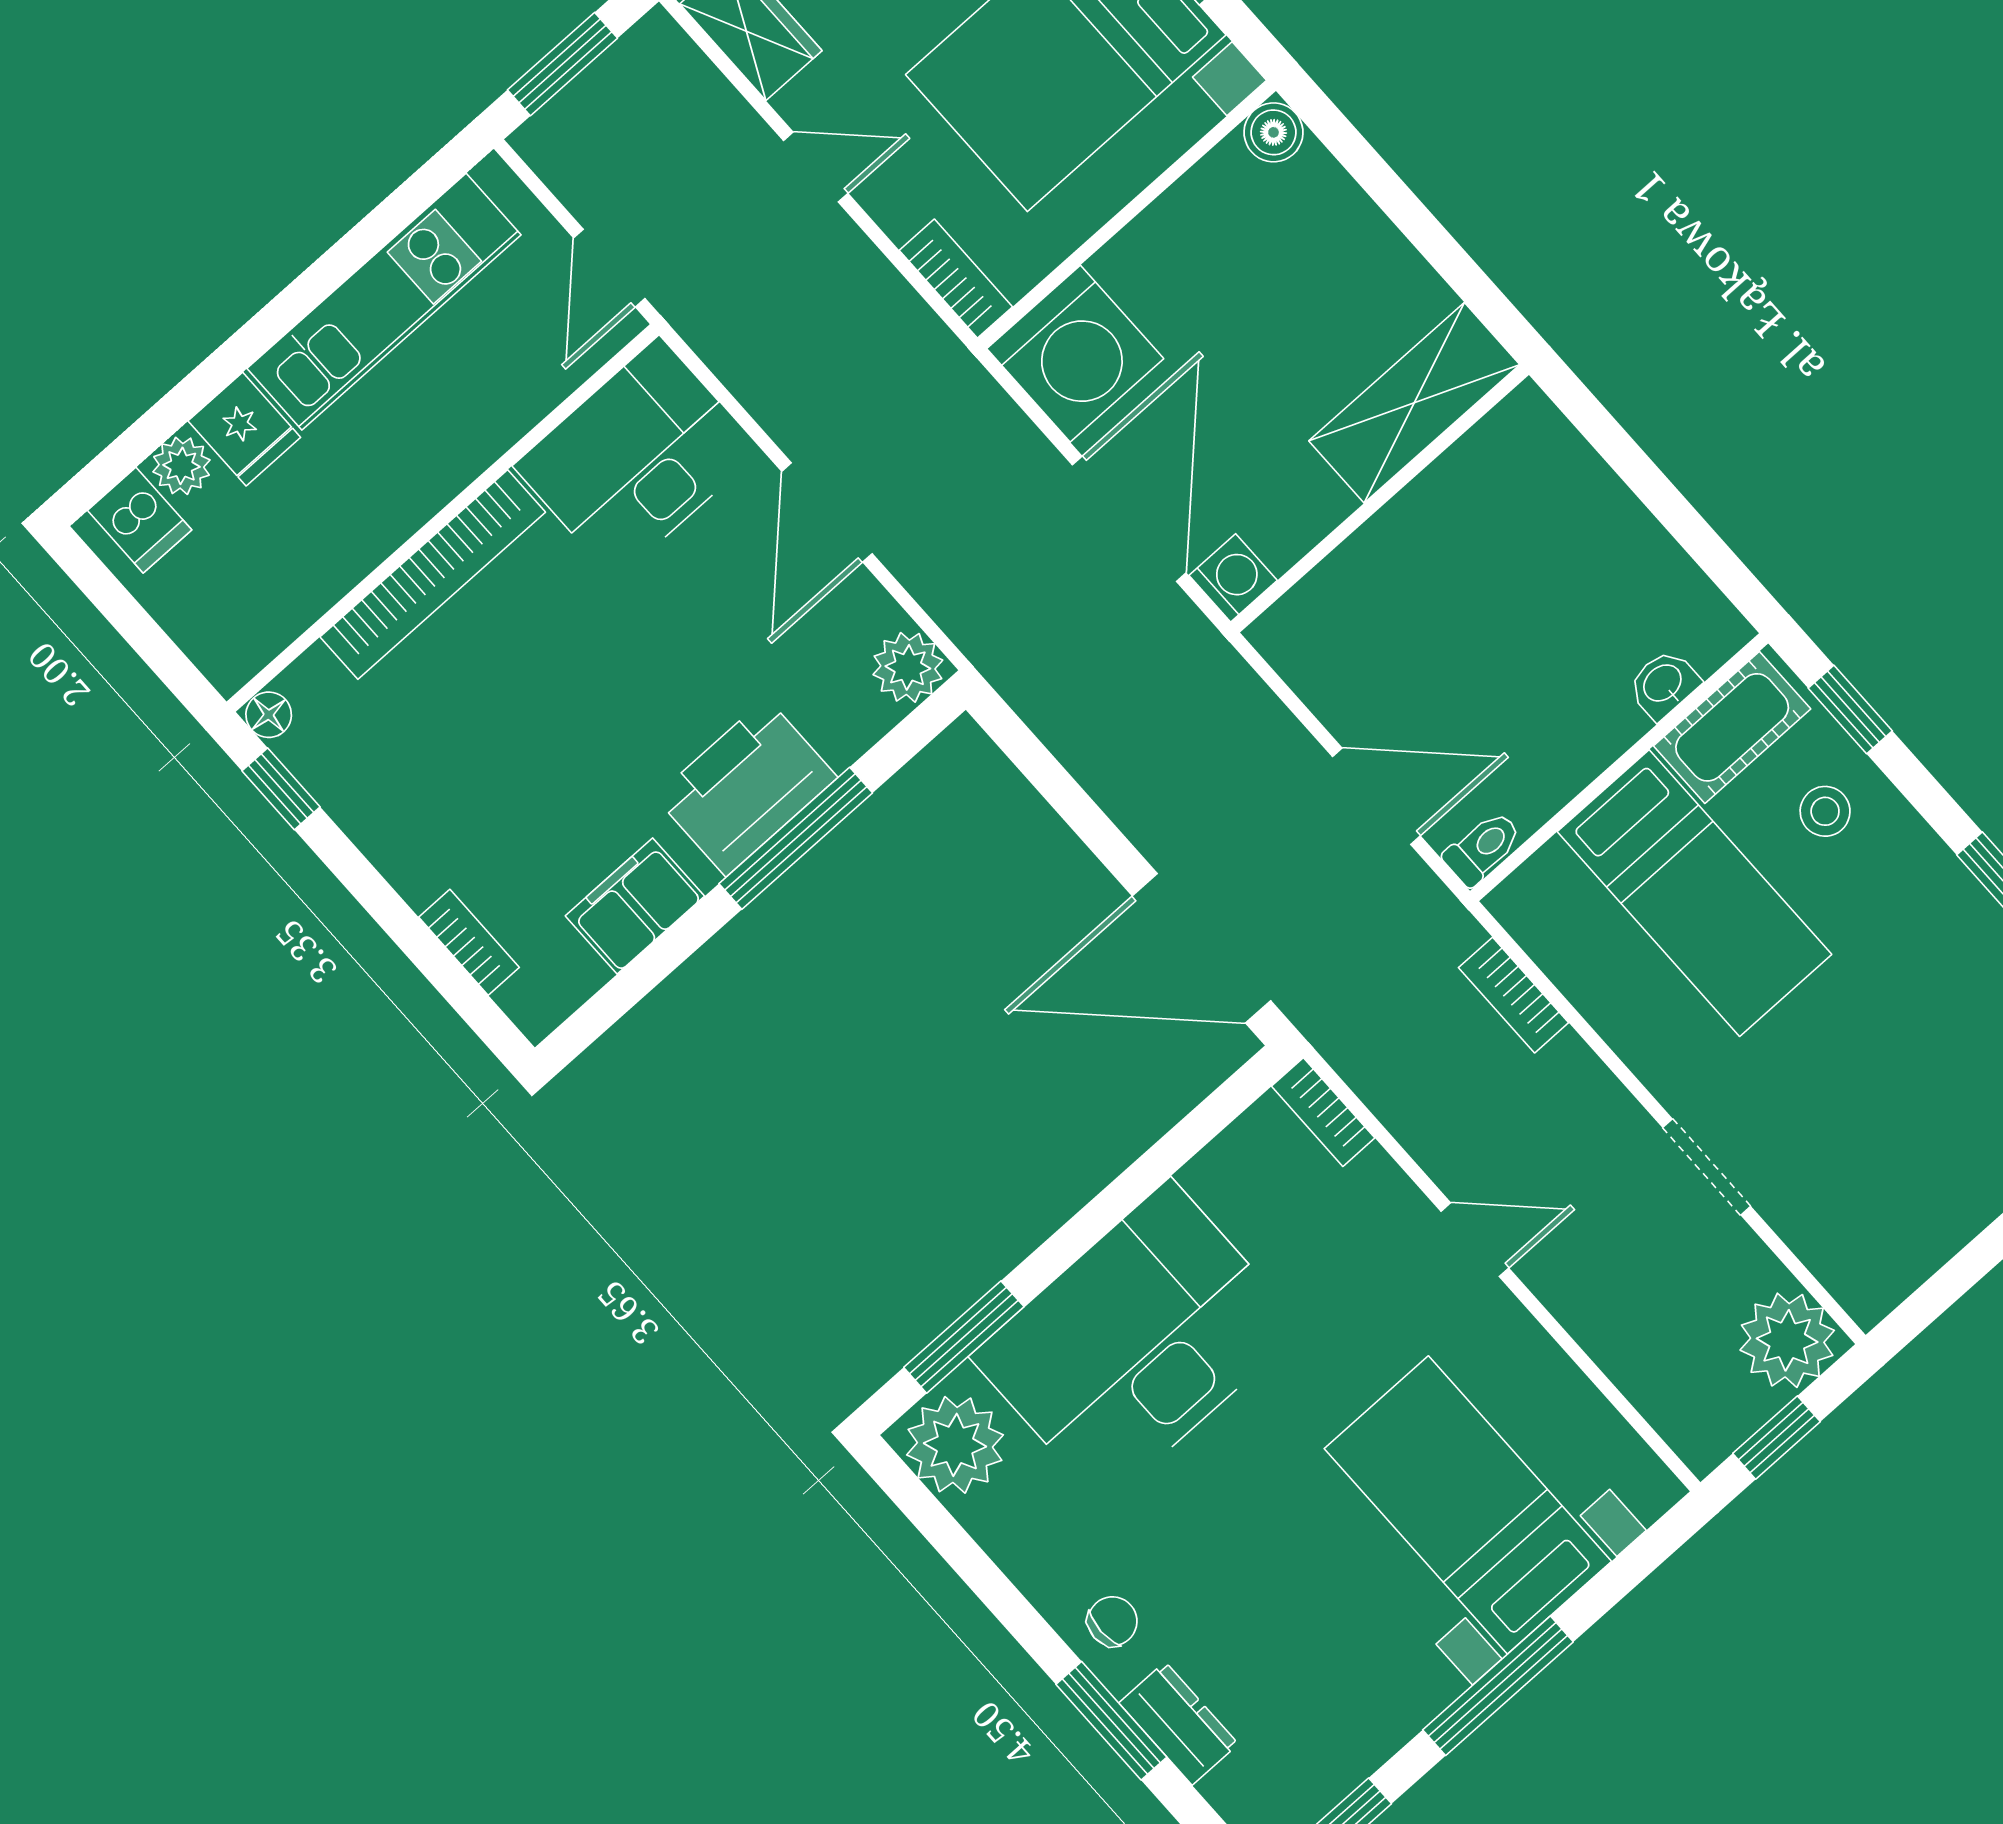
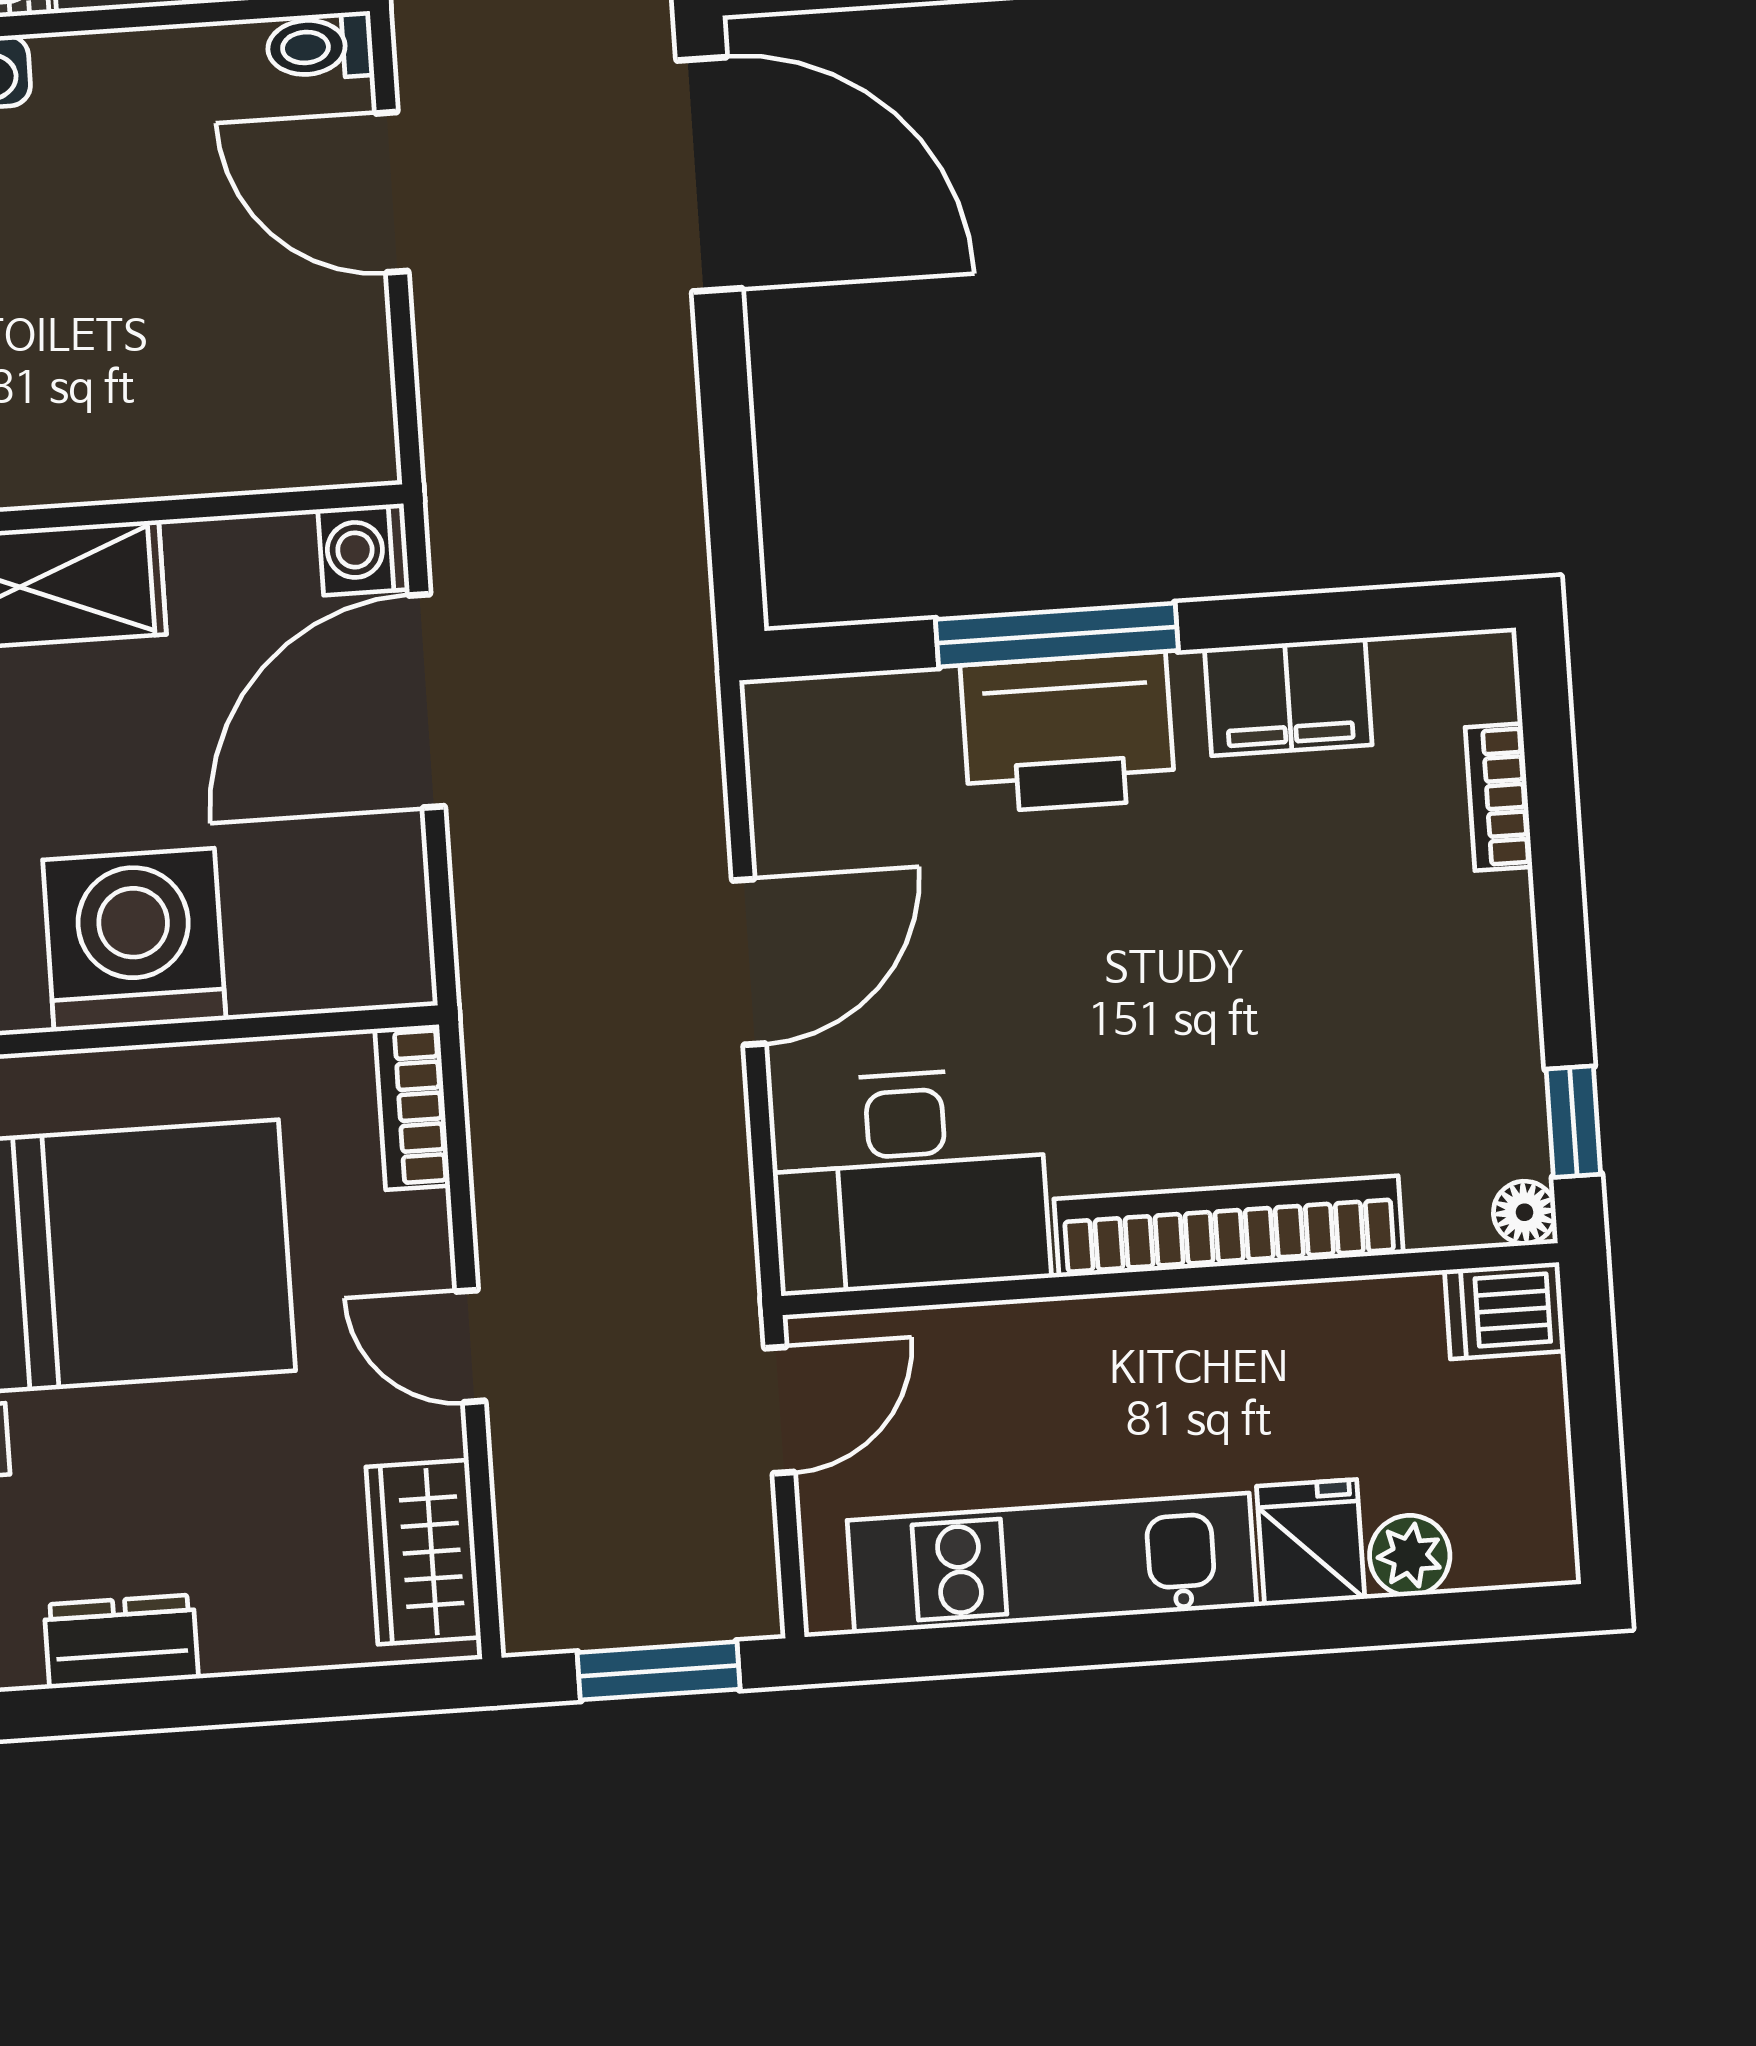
washing machine: (1075, 354) -> (134, 940), moved
dishwasher: (140, 520) -> (1505, 1311), moved, turned -90
plant: (908, 667) -> (791, 726), removed

